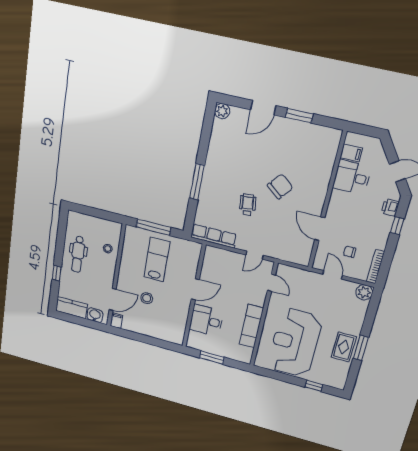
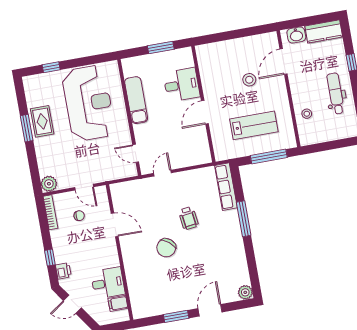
row of seats: (214, 236) -> (226, 187), moved, turned 90
lab bench: (157, 259) -> (254, 125), turned -90
filing cabinet: (116, 321) -> (272, 40), removed

